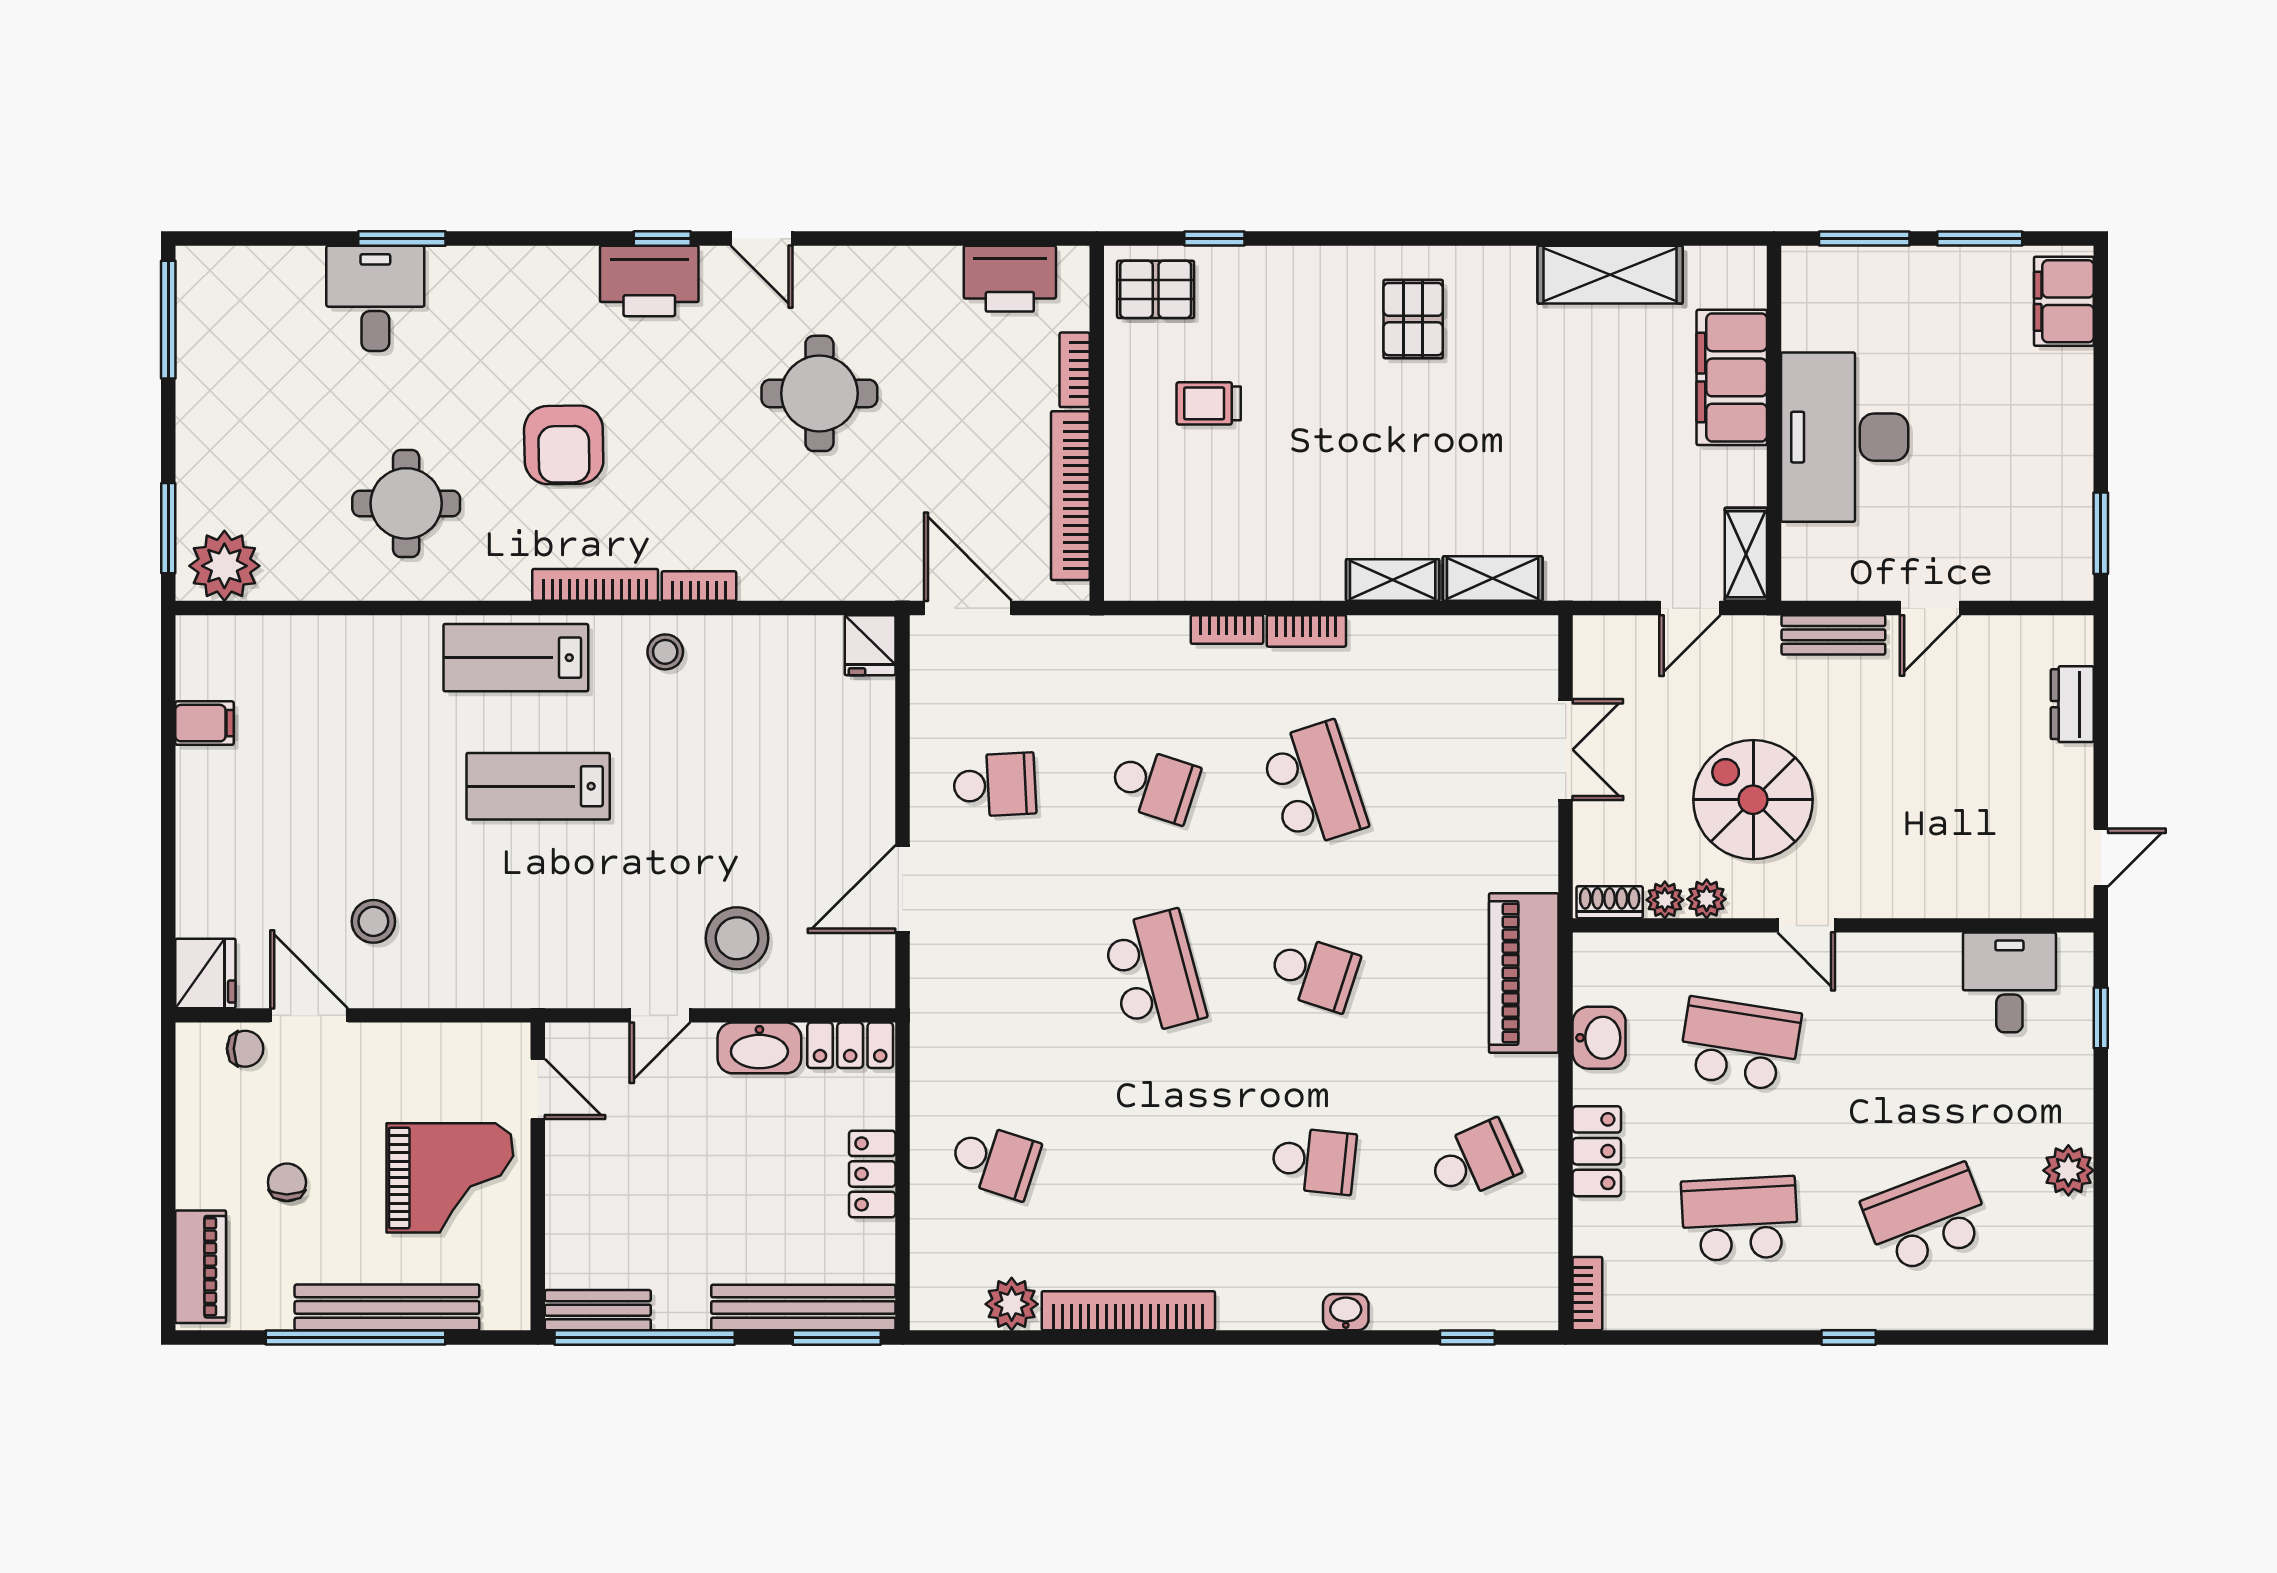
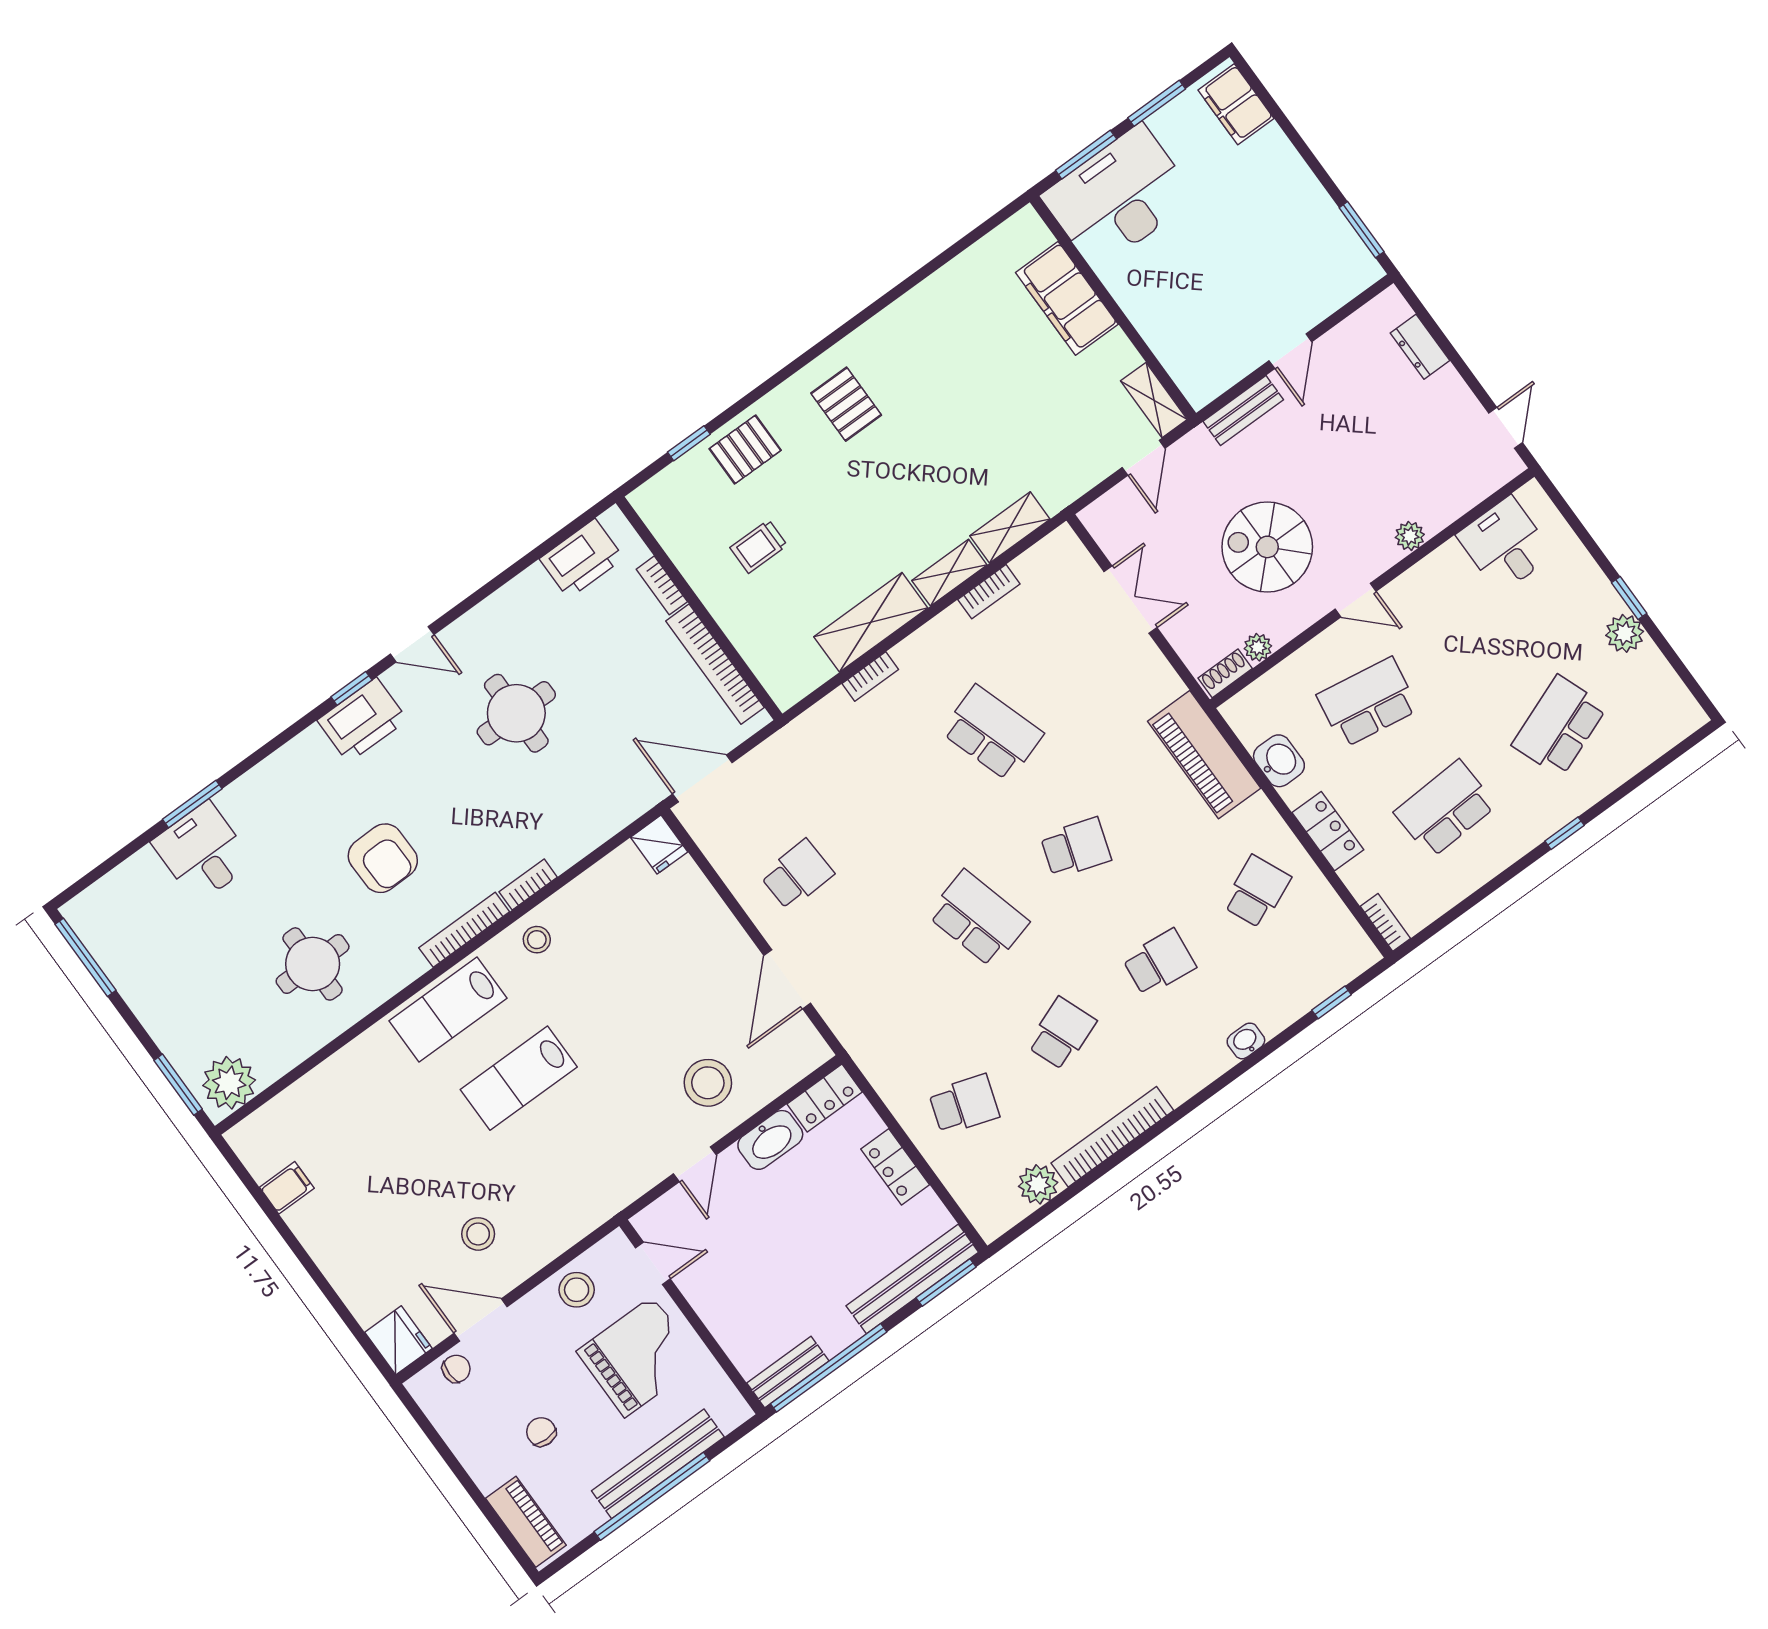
shelving: (1610, 275) -> (871, 622), moved
pallet: (1156, 289) -> (745, 450), moved
desk: (1845, 437) -> (1118, 197), moved, turned 90
bookcase: (1306, 631) -> (989, 592), moved
school desk: (1154, 785) -> (1062, 1033), moved, turned -39
plant: (1707, 899) -> (1410, 536), moved
window: (2101, 1018) -> (1629, 598), moved
stool: (435, 1058) -> (577, 1290), added

